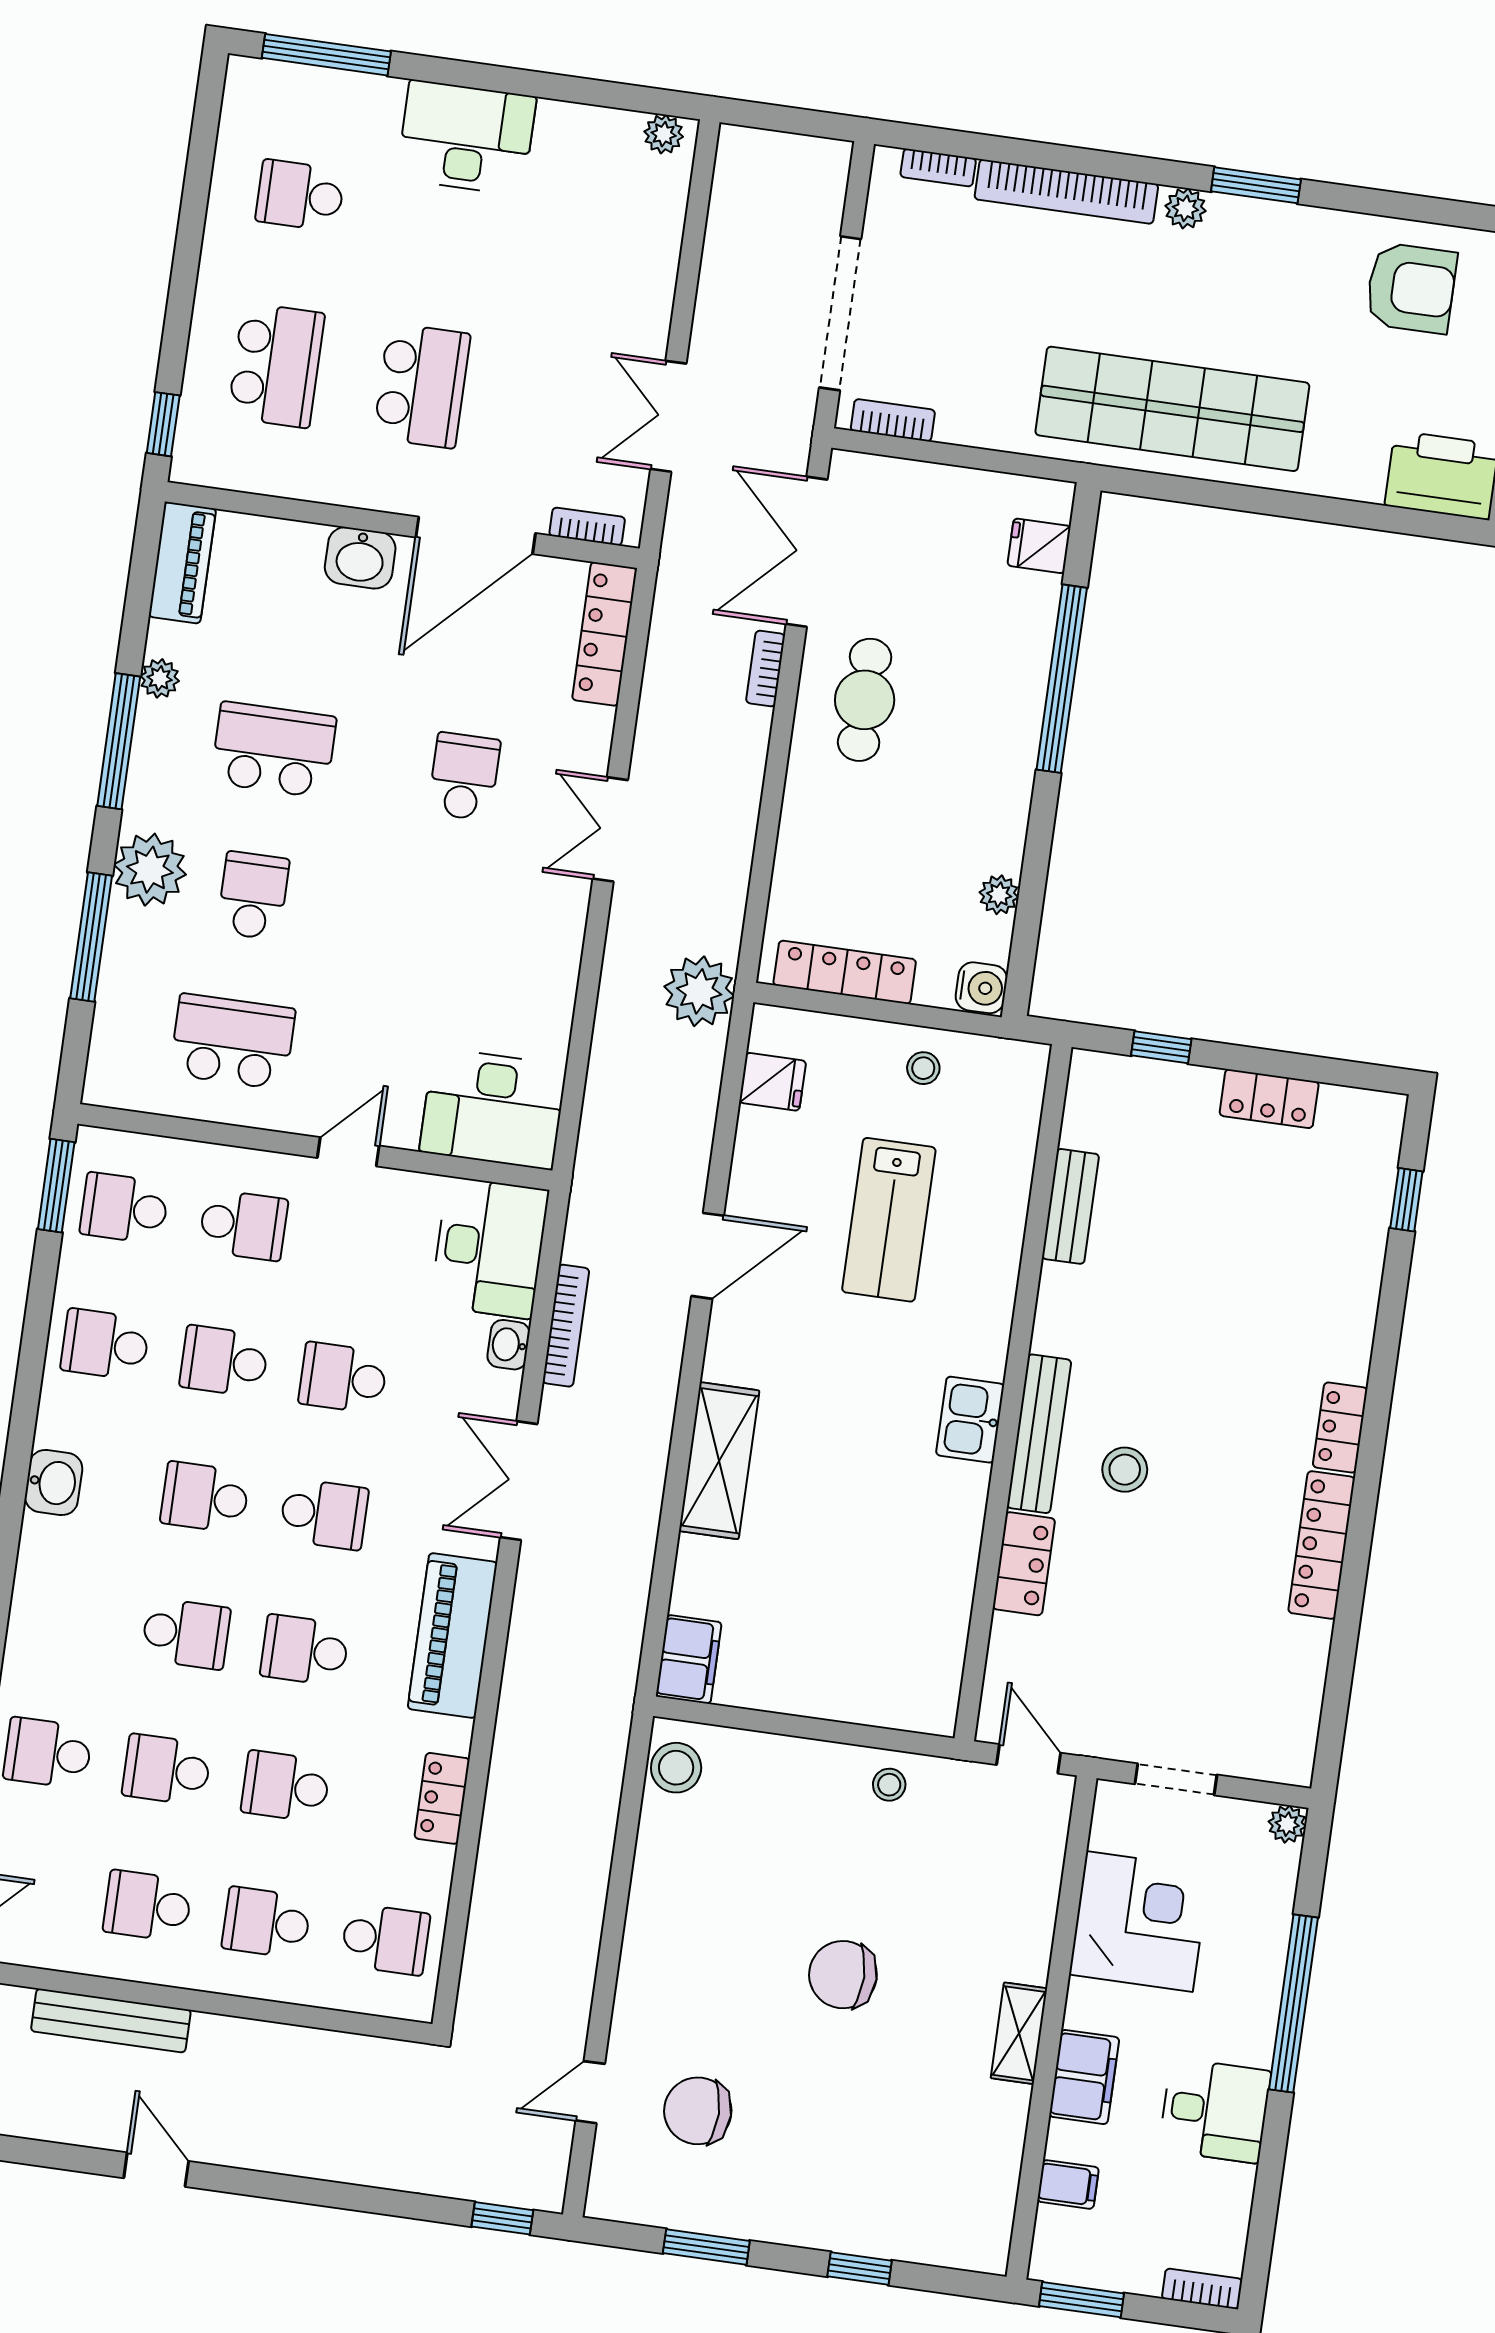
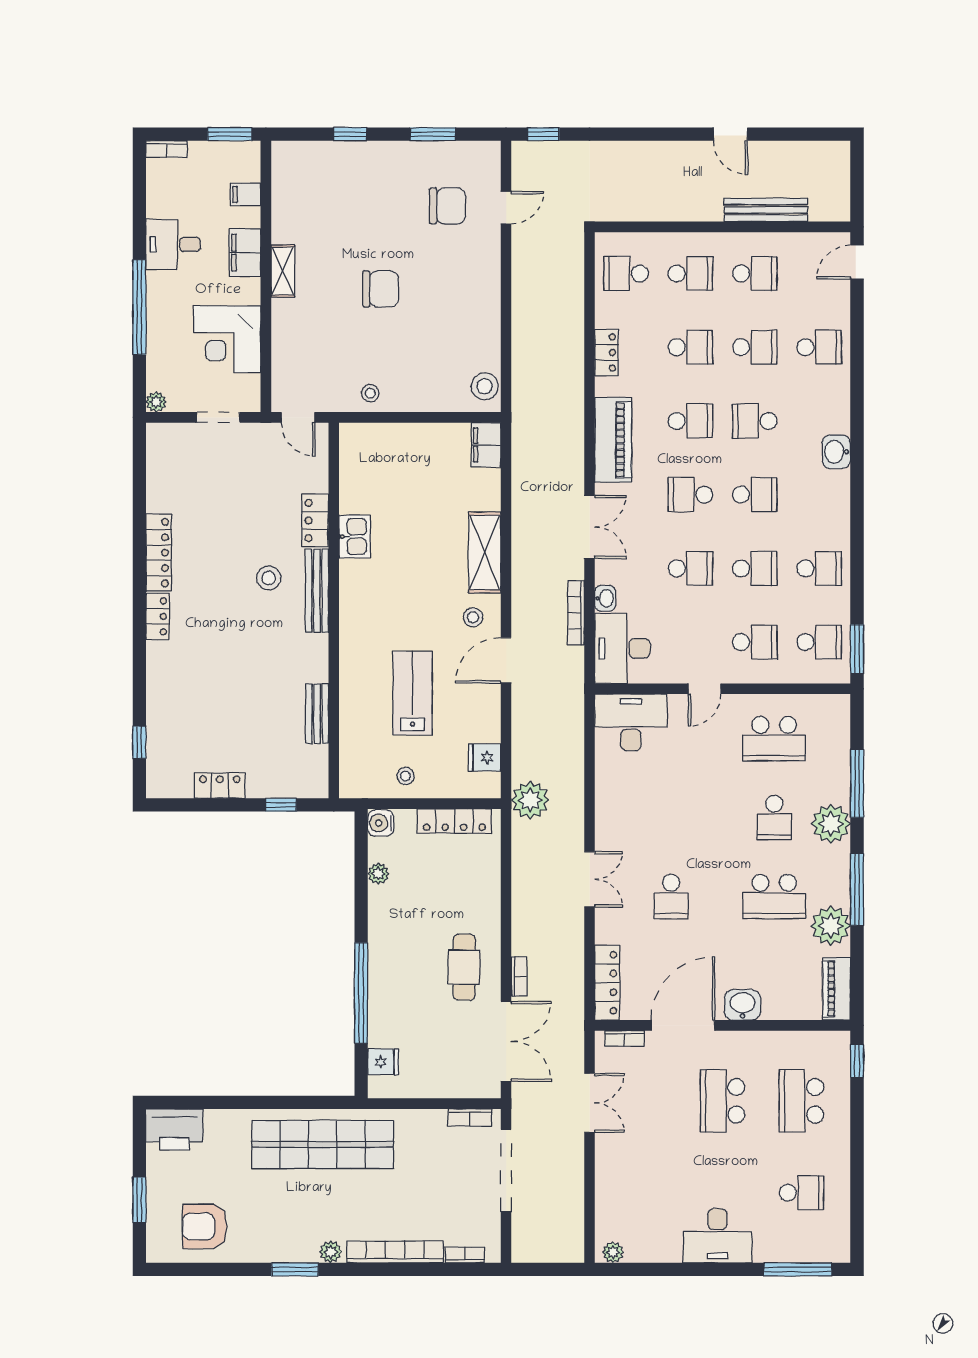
plant: (160, 678) -> (831, 926), width x1.87, depth x1.87
school desk: (243, 1225) -> (755, 642), turned 180
stool: (757, 1344) -> (473, 617), added
kitchen sink: (970, 1420) -> (355, 537), moved
washbasin: (54, 1483) -> (836, 452), moved

